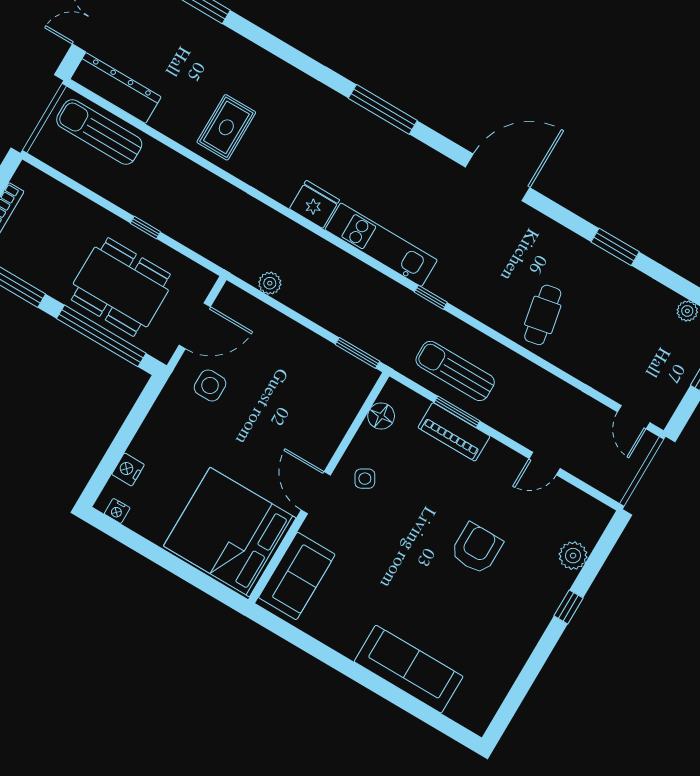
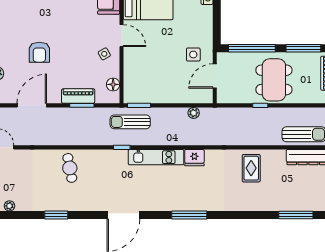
dining table: (121, 287) -> (274, 80), moved, turned 90
sun lounger: (455, 371) -> (130, 122), moved, turned 180
door: (545, 464) -> (32, 105), width x1.87

